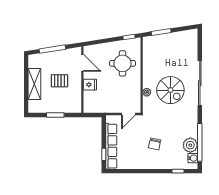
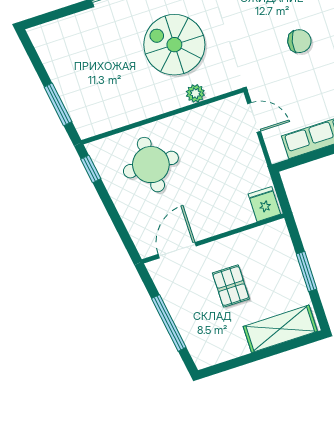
shelving: (34, 84) -> (280, 329), moved
fridge: (90, 85) -> (264, 204), moved
spiral stairs: (170, 90) -> (174, 45), turned -90

